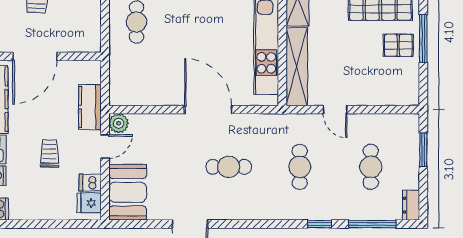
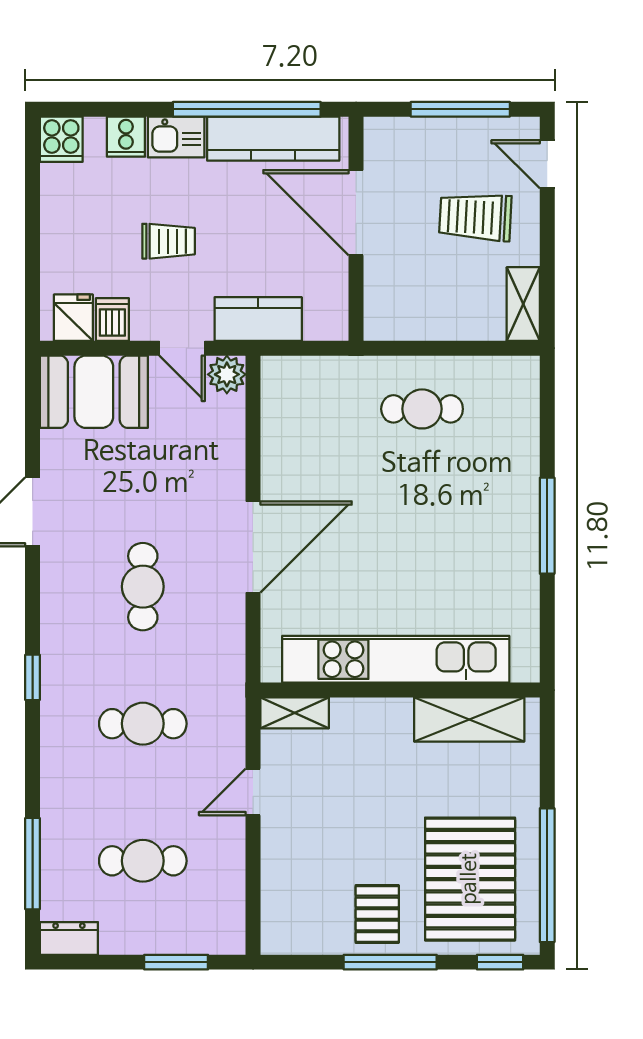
shelving: (297, 67) -> (295, 713), width x0.45, depth x0.75
window: (320, 224) -> (33, 677), moved

